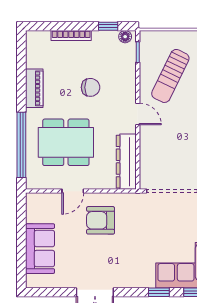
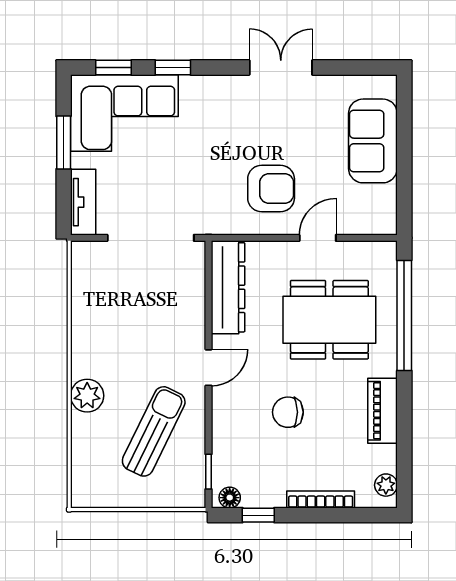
plant: (32, 44) -> (386, 485), added
door: (138, 114) -> (209, 368), swing flipped

